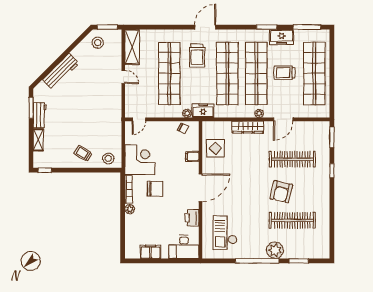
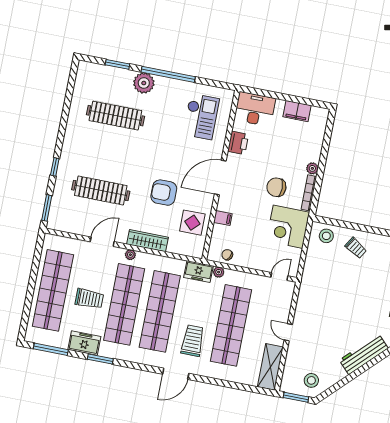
armchair: (281, 192) -> (164, 193), moved, turned -103

